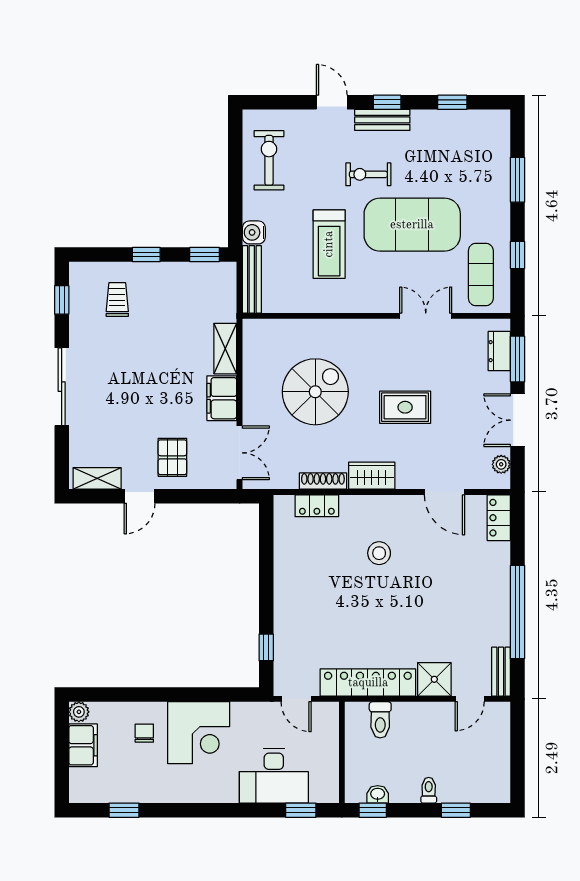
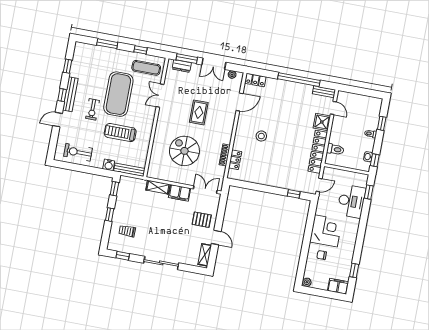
bench: (382, 120) -> (70, 94), width x1.36
treadmill: (329, 244) -> (120, 133), turned 180
wardrobe: (372, 476) -> (226, 133), removed
filing cabinet: (83, 745) -> (338, 286), moved

